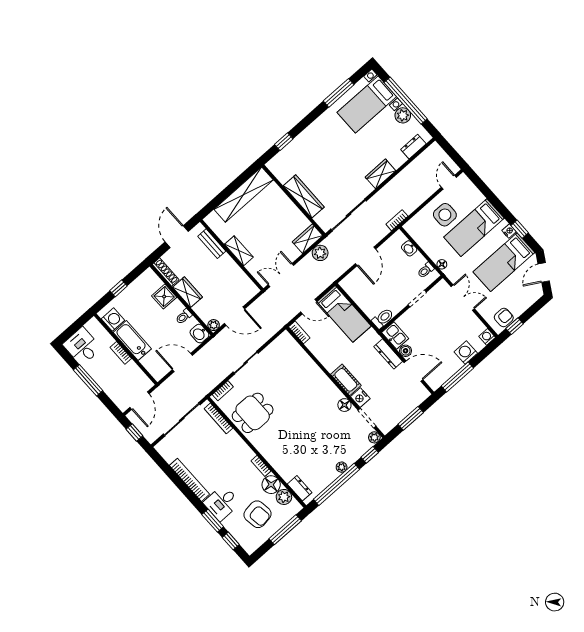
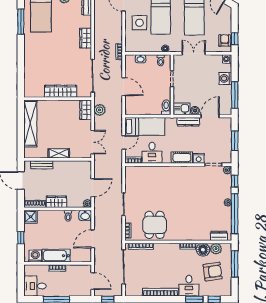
window: (284, 142) -> (21, 76), removed
double door: (281, 275) -> (93, 142), swing flipped
shower: (164, 297) -> (30, 217), moved
desk: (324, 345) -> (152, 153), added
floor lamp: (344, 405) -> (195, 171), removed

